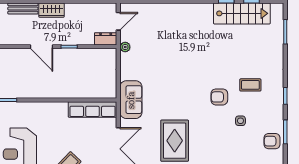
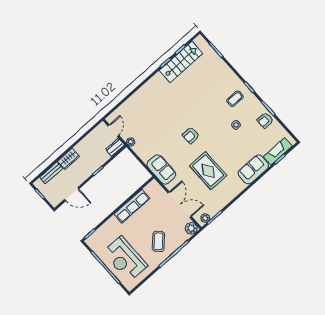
door: (42, 47) -> (72, 194), moved
coffee table: (250, 85) -> (235, 99), moved
armchair: (219, 97) -> (191, 135), moved
row of seats: (93, 109) -> (132, 206), moved

